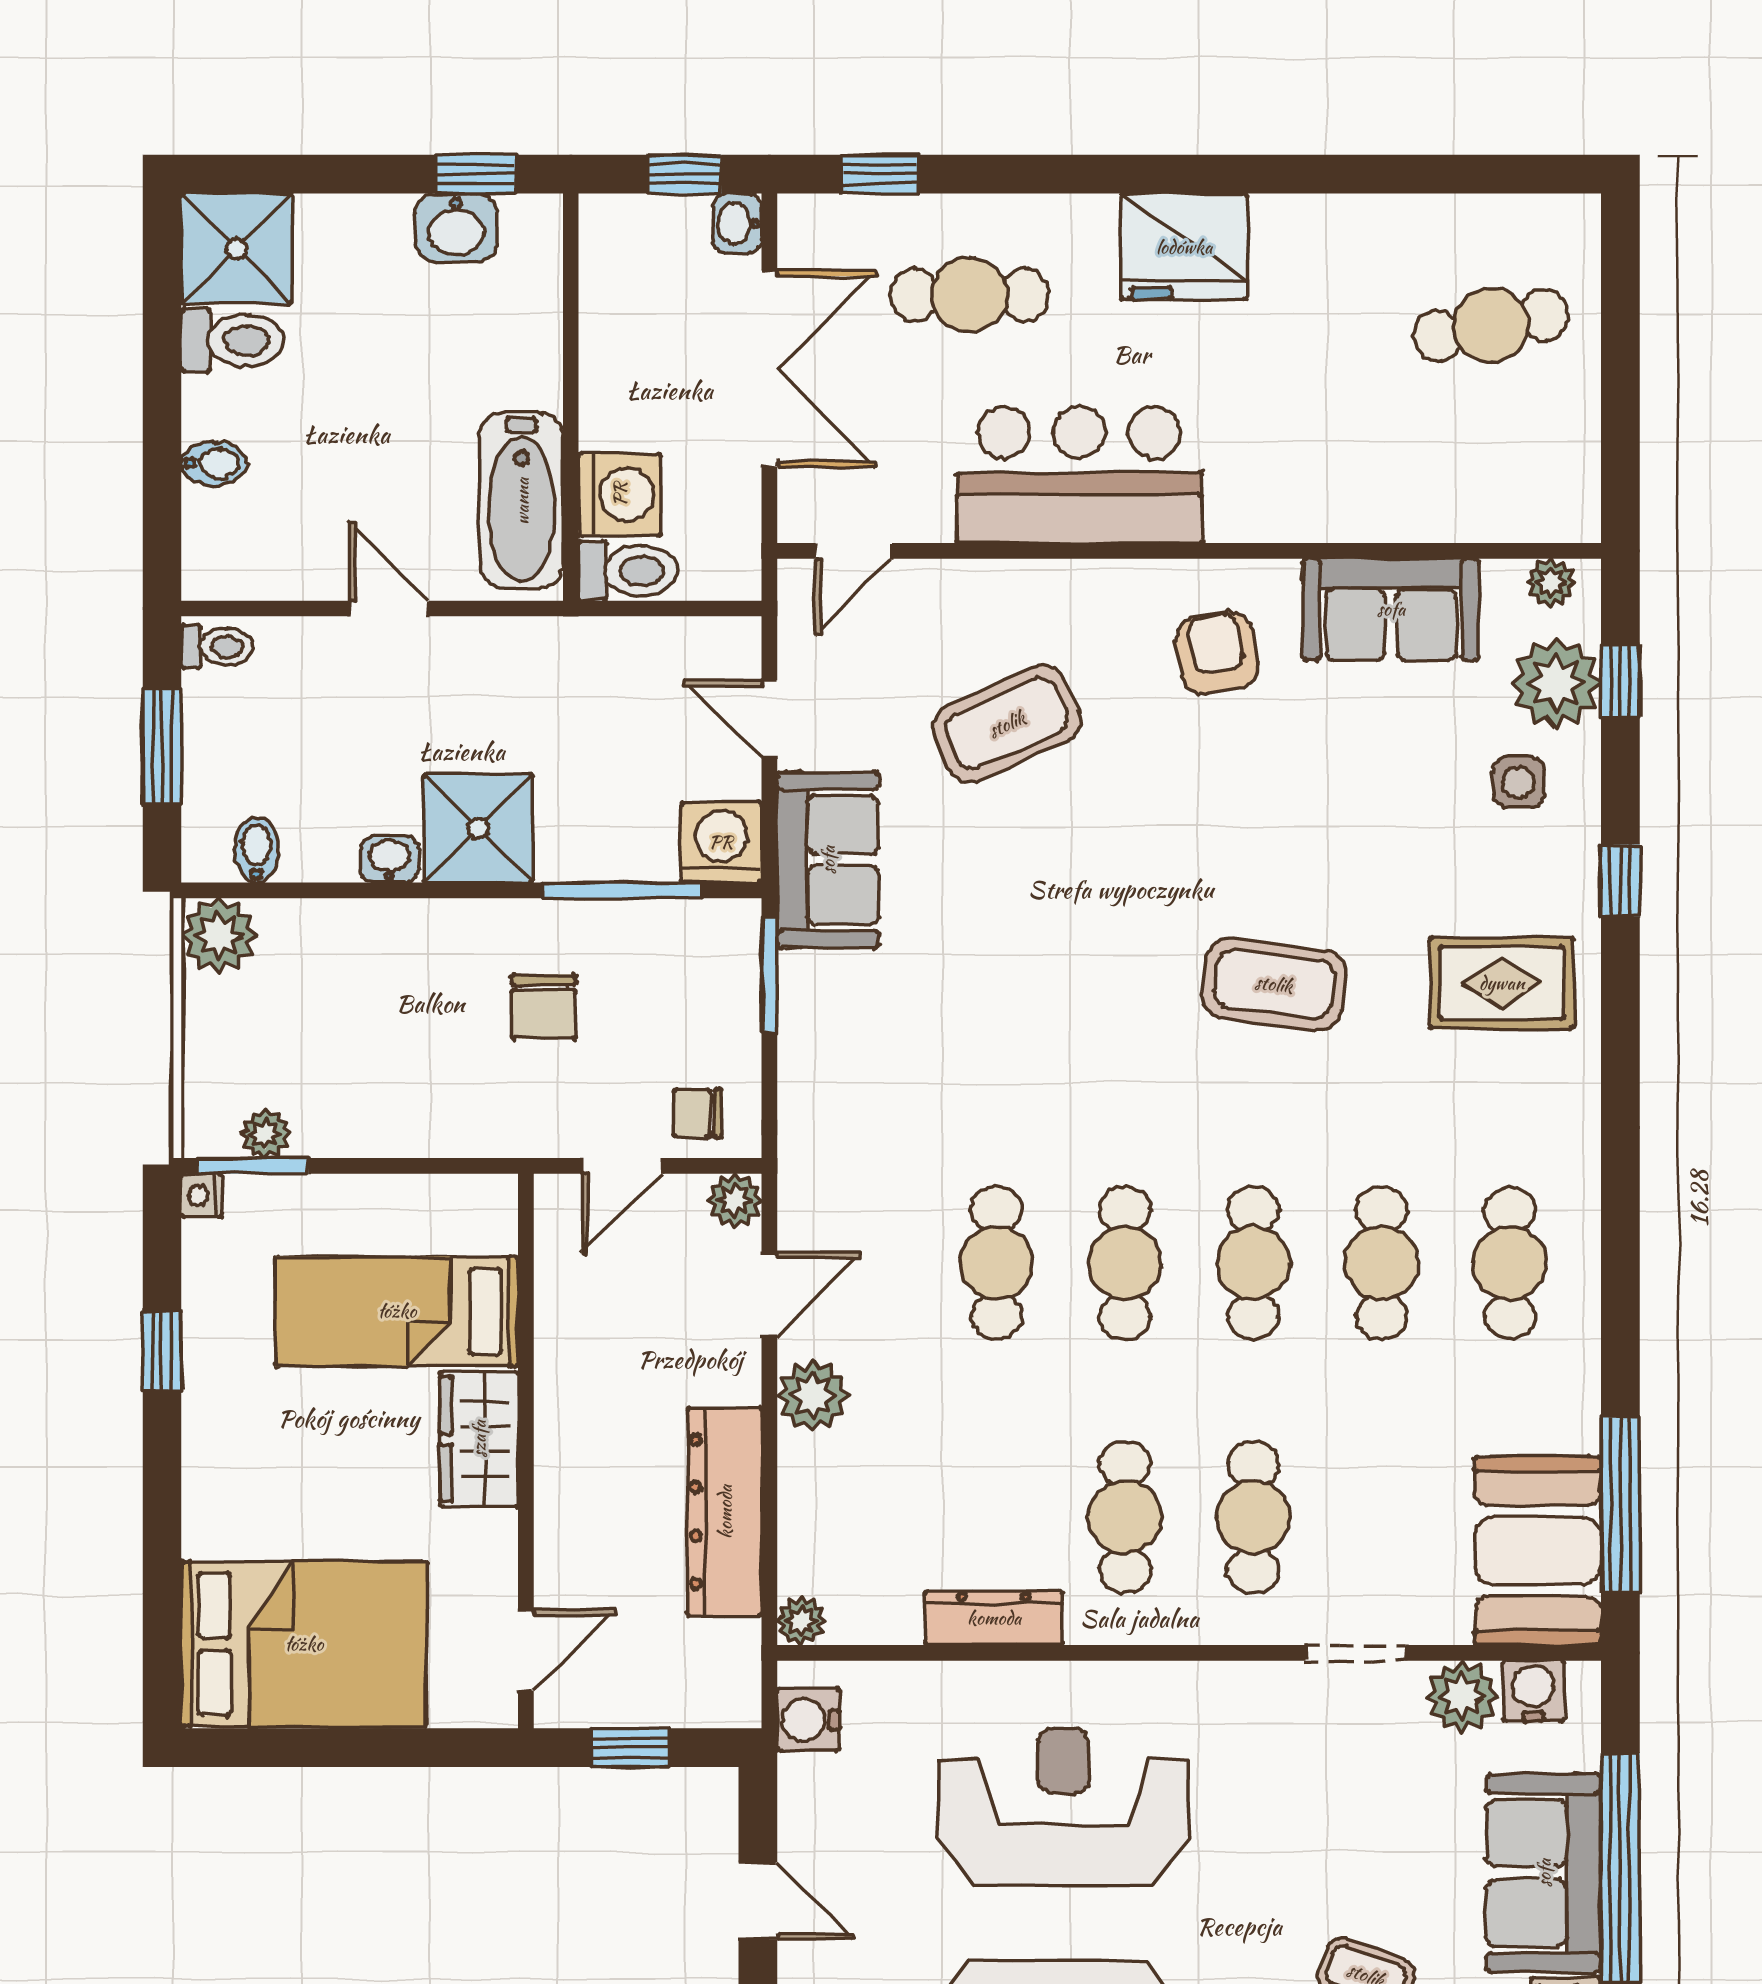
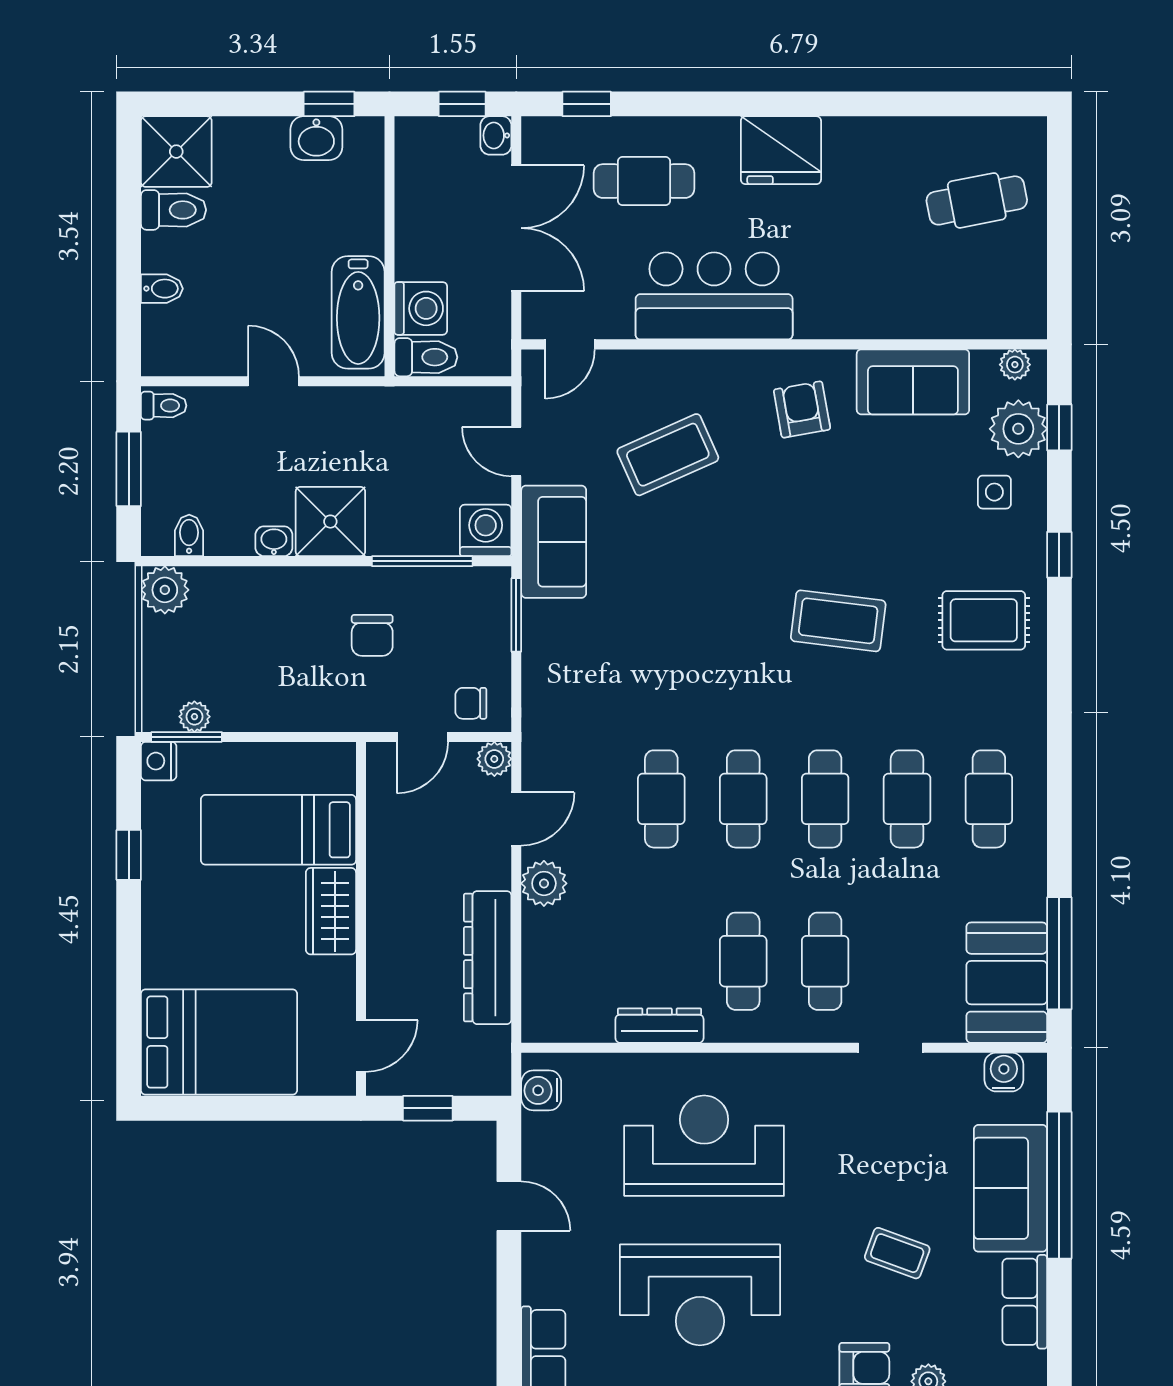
nightstand: (202, 1195) -> (159, 761), width x1.39, depth x1.35
plant: (801, 1621) -> (537, 1027), removed
plant: (1462, 1697) -> (958, 1076), removed

